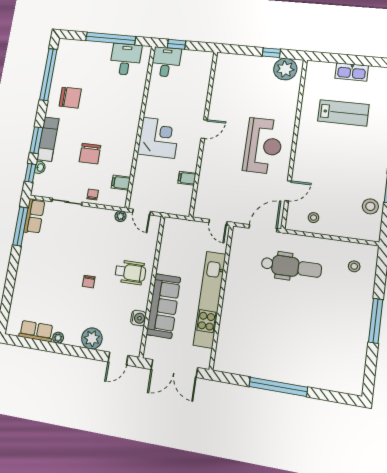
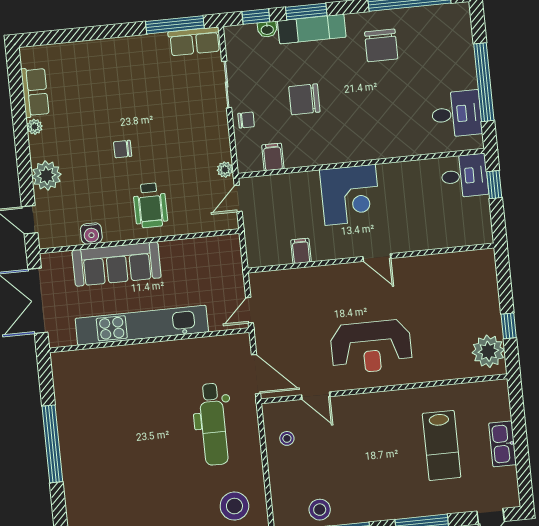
stool: (354, 266) -> (234, 506), width x1.89, depth x1.89

